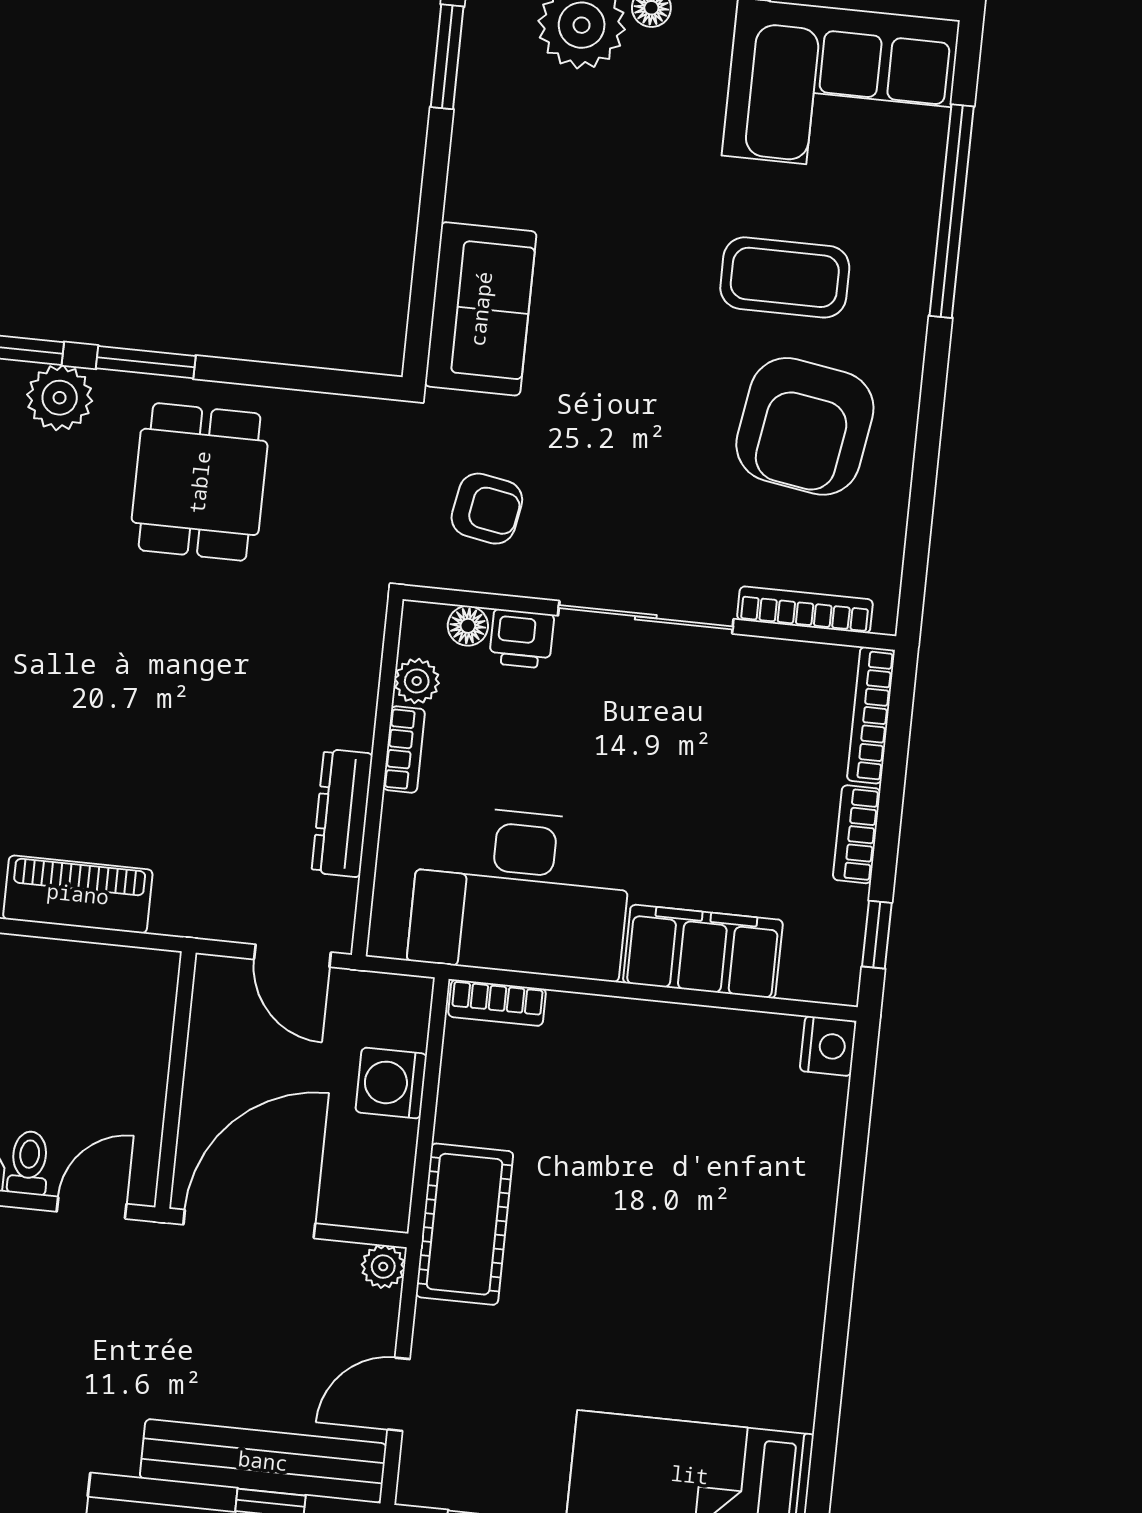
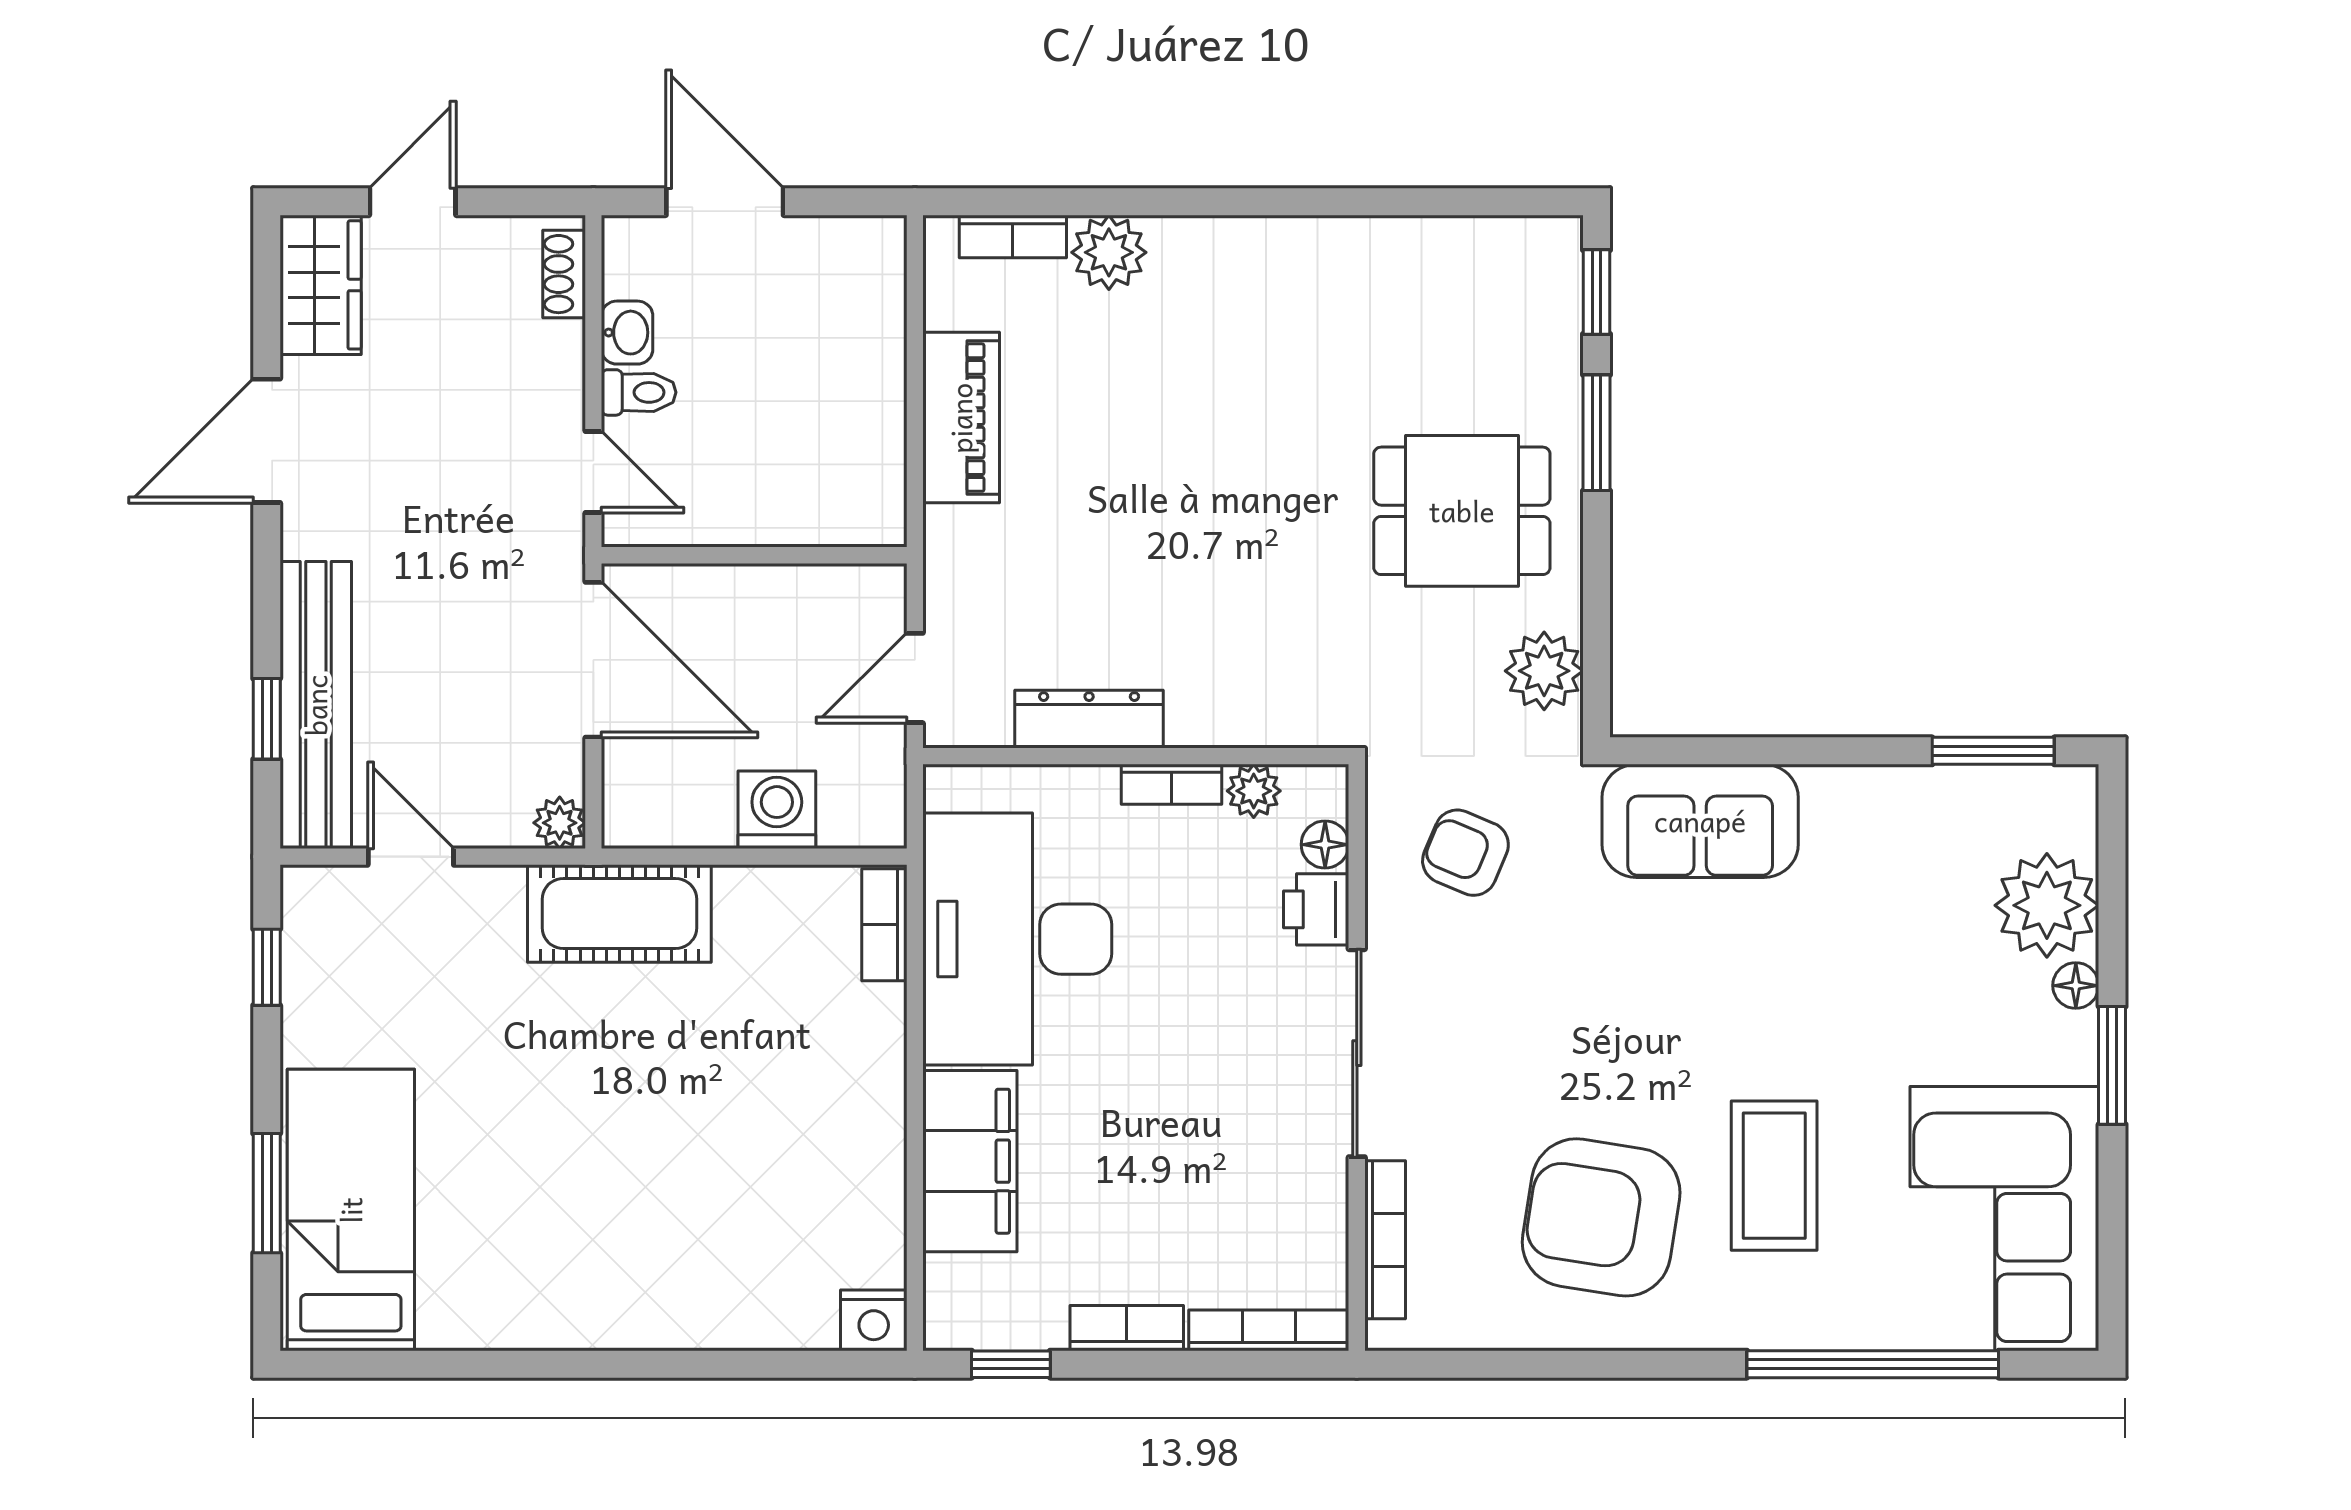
plant: (60, 398) -> (1544, 671), moved
armchair: (487, 509) -> (1465, 853), turned 103

